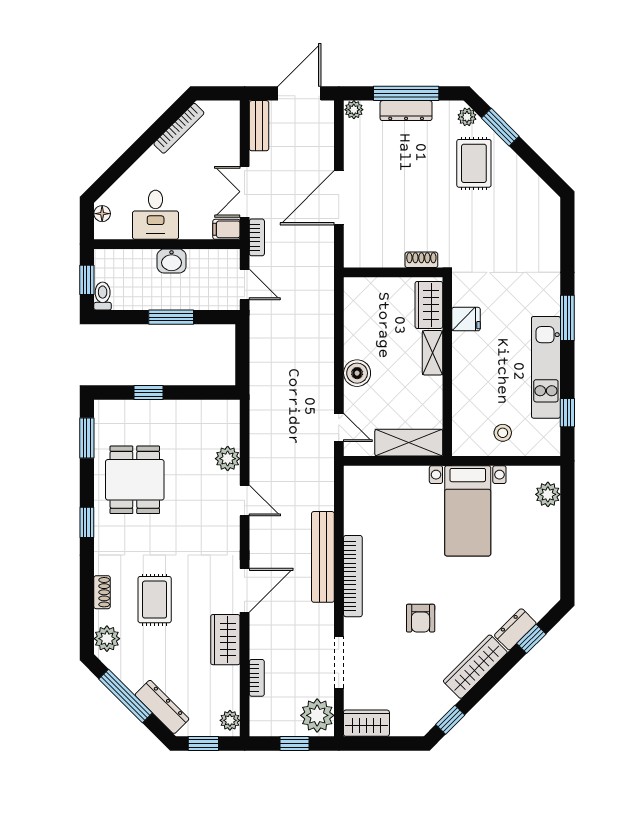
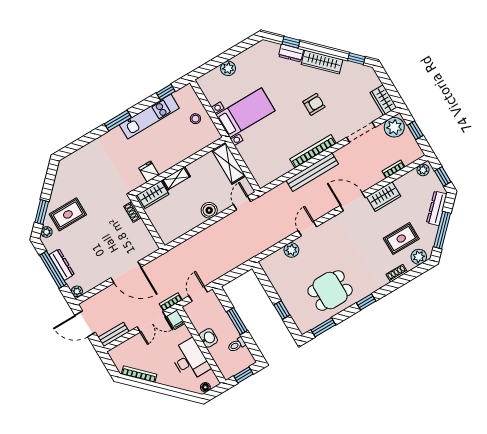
desk: (156, 215) -> (190, 360), width x1.37
toilet: (103, 296) -> (237, 345), moved
plant: (548, 494) -> (228, 68), moved
rug: (155, 600) -> (401, 239), moved

